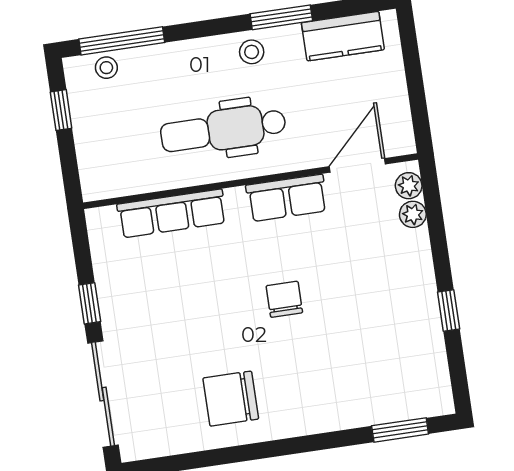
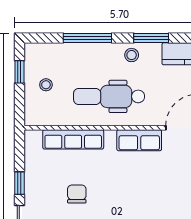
window: (122, 41) -> (87, 38), moved
stool: (106, 68) -> (46, 85), moved
chair: (284, 299) -> (77, 194), moved

